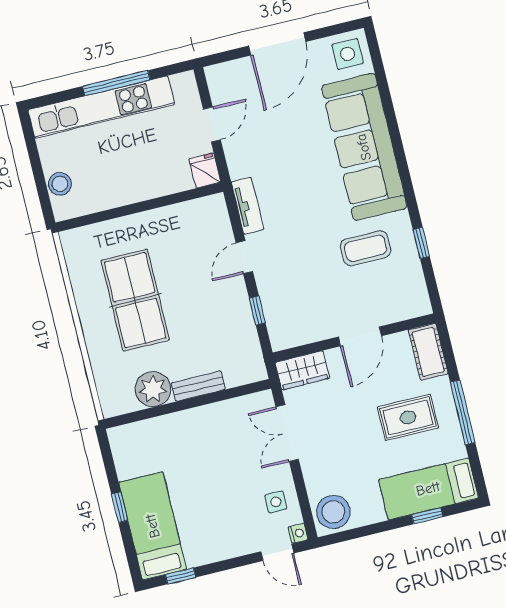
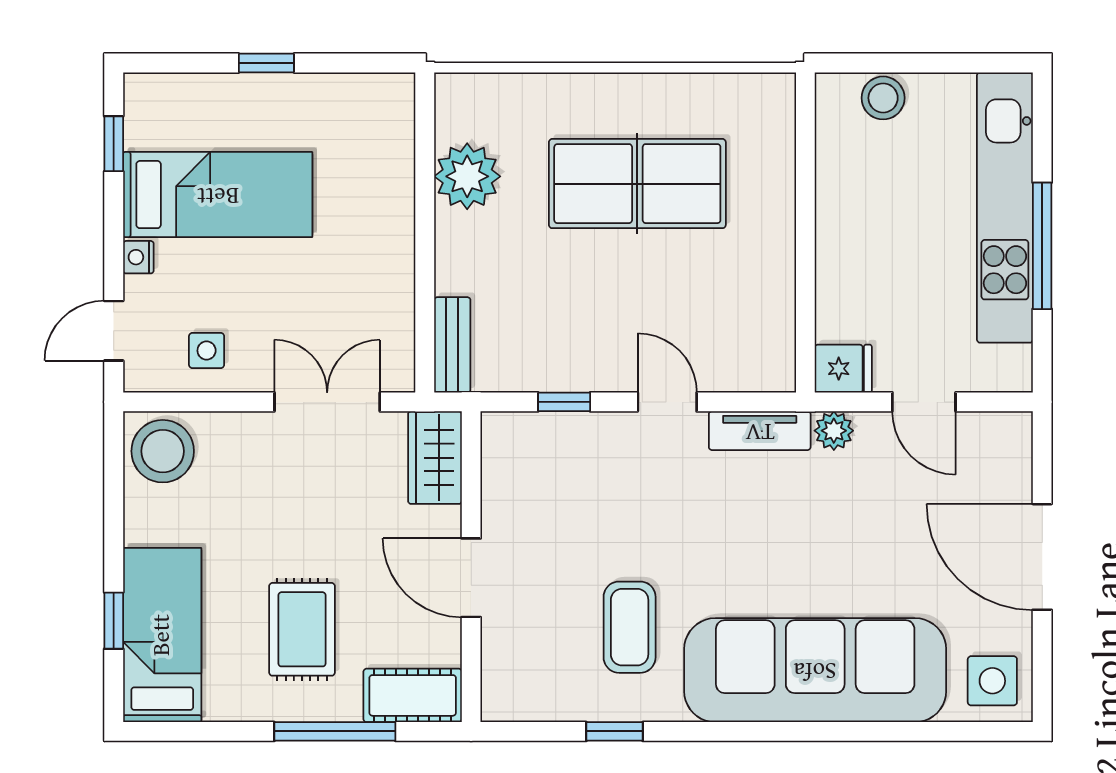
plant: (238, 167) -> (834, 431), added
bench: (198, 386) -> (452, 345), moved
window: (463, 412) -> (335, 731), moved
bed: (153, 526) -> (218, 195), moved
nightstand: (298, 533) -> (138, 257), moved, turned 90

